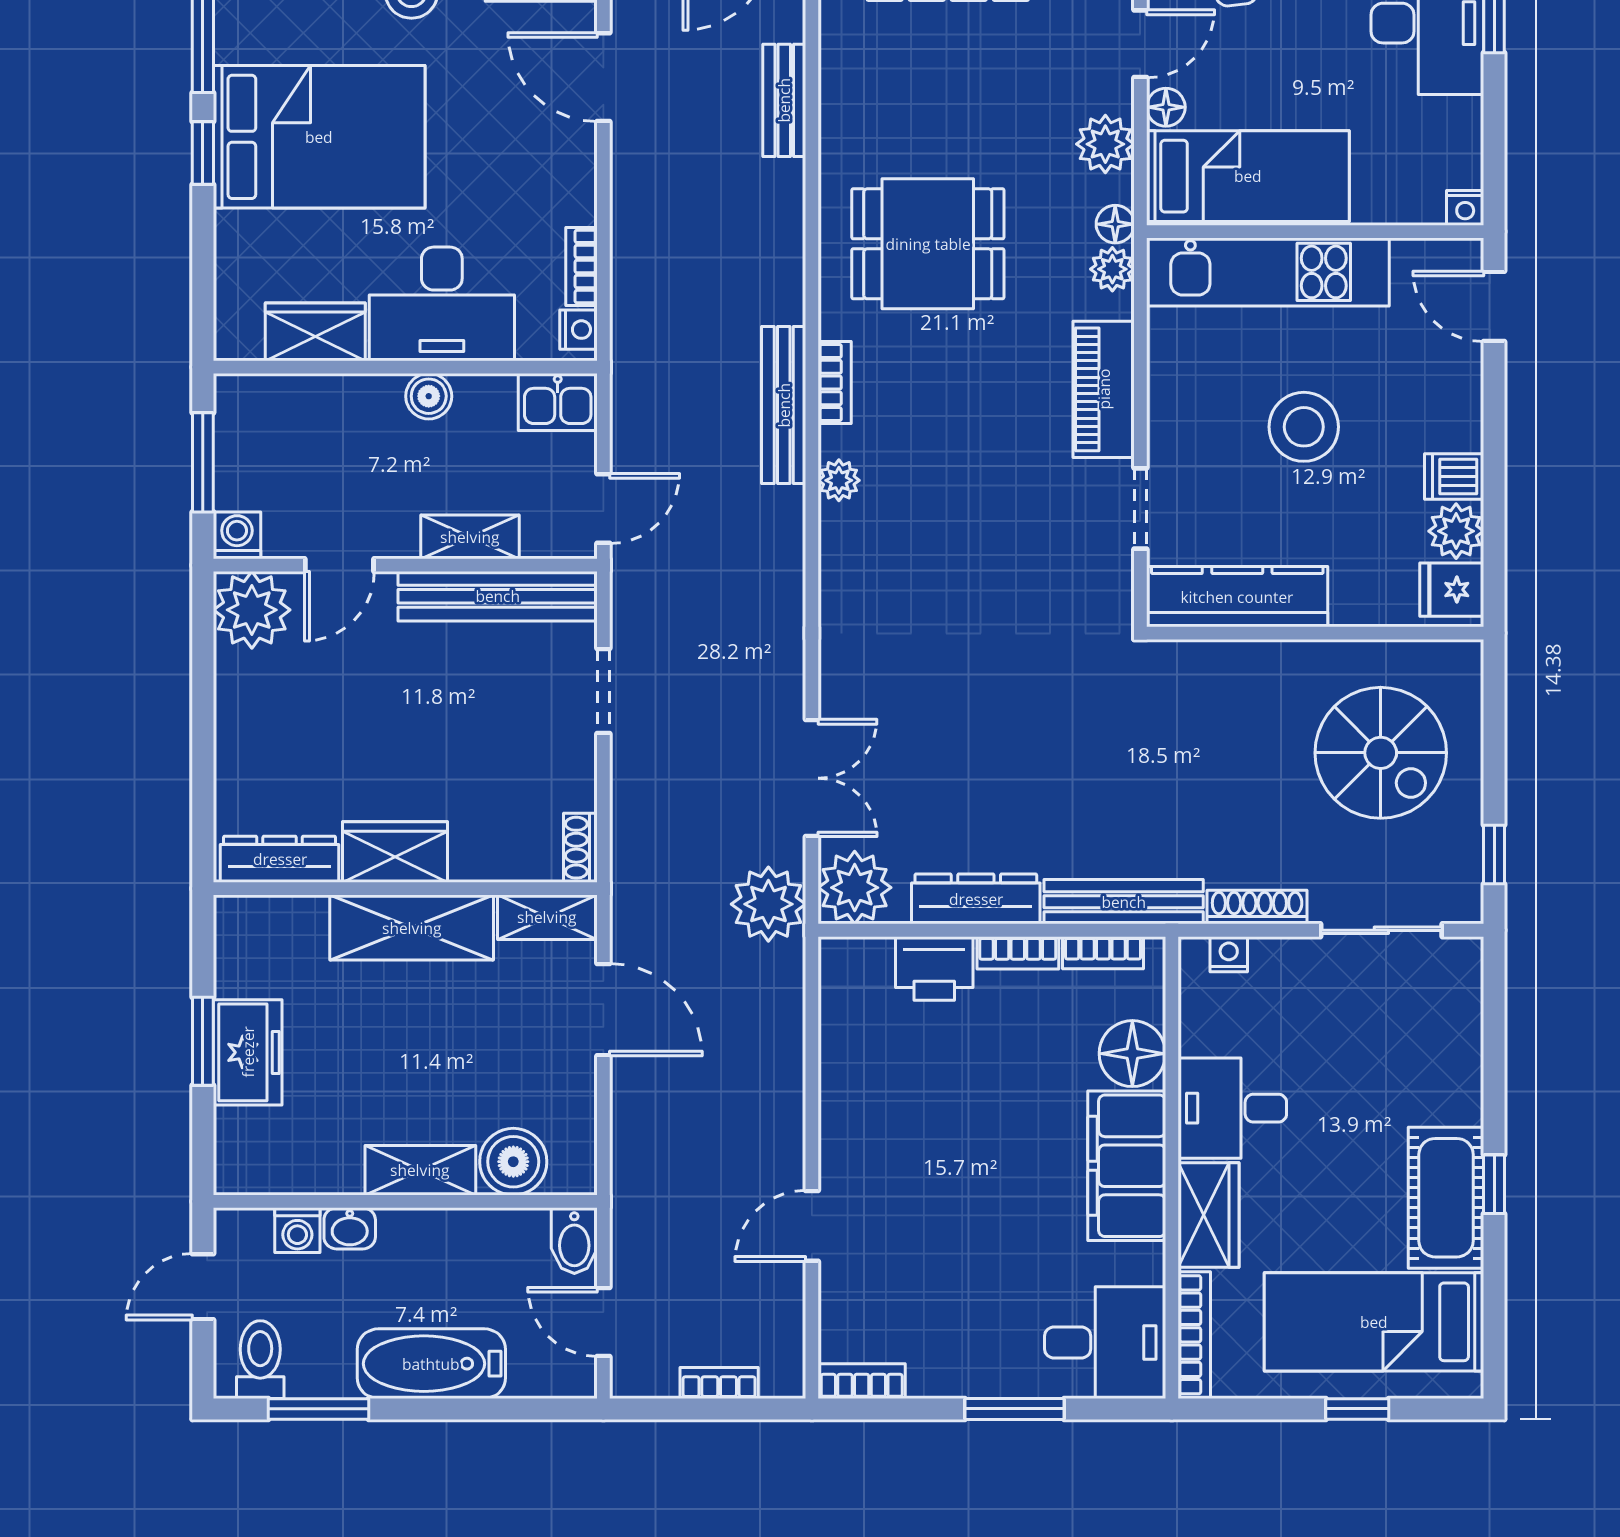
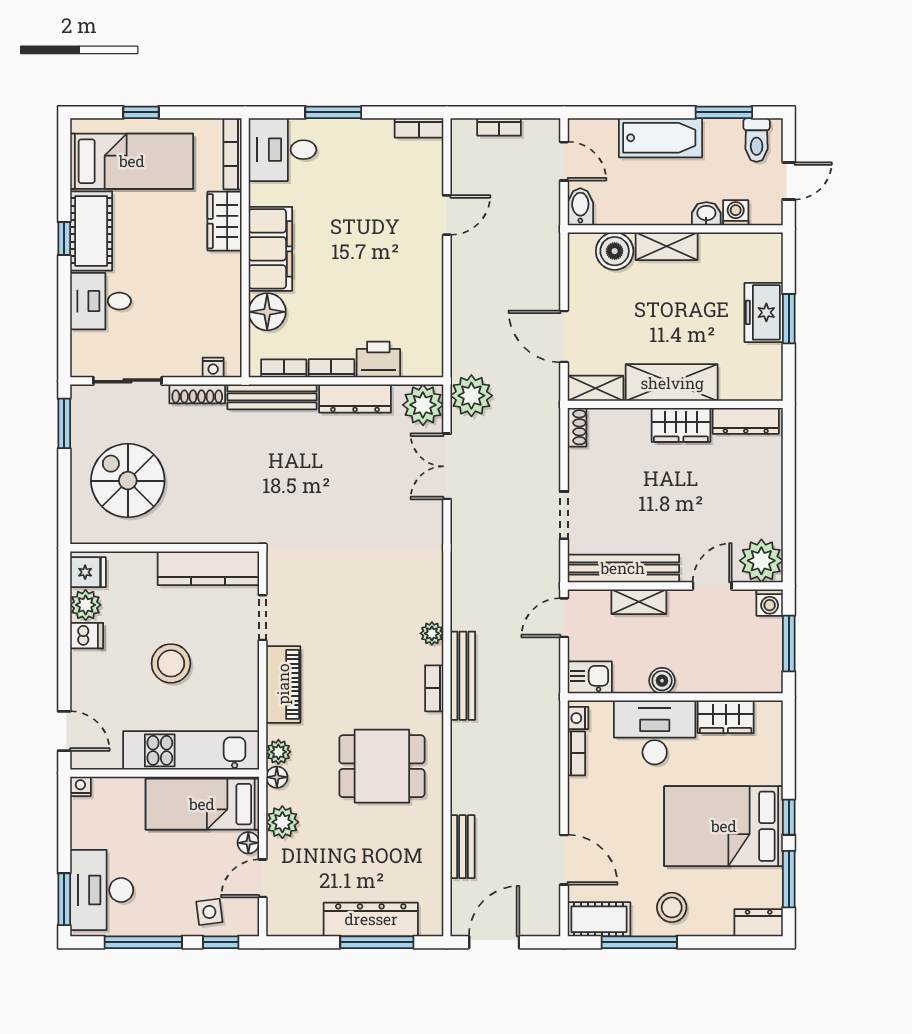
window: (1494, 855) -> (64, 423), width x1.50
desk: (1232, 1108) -> (100, 301), moved, turned 180

